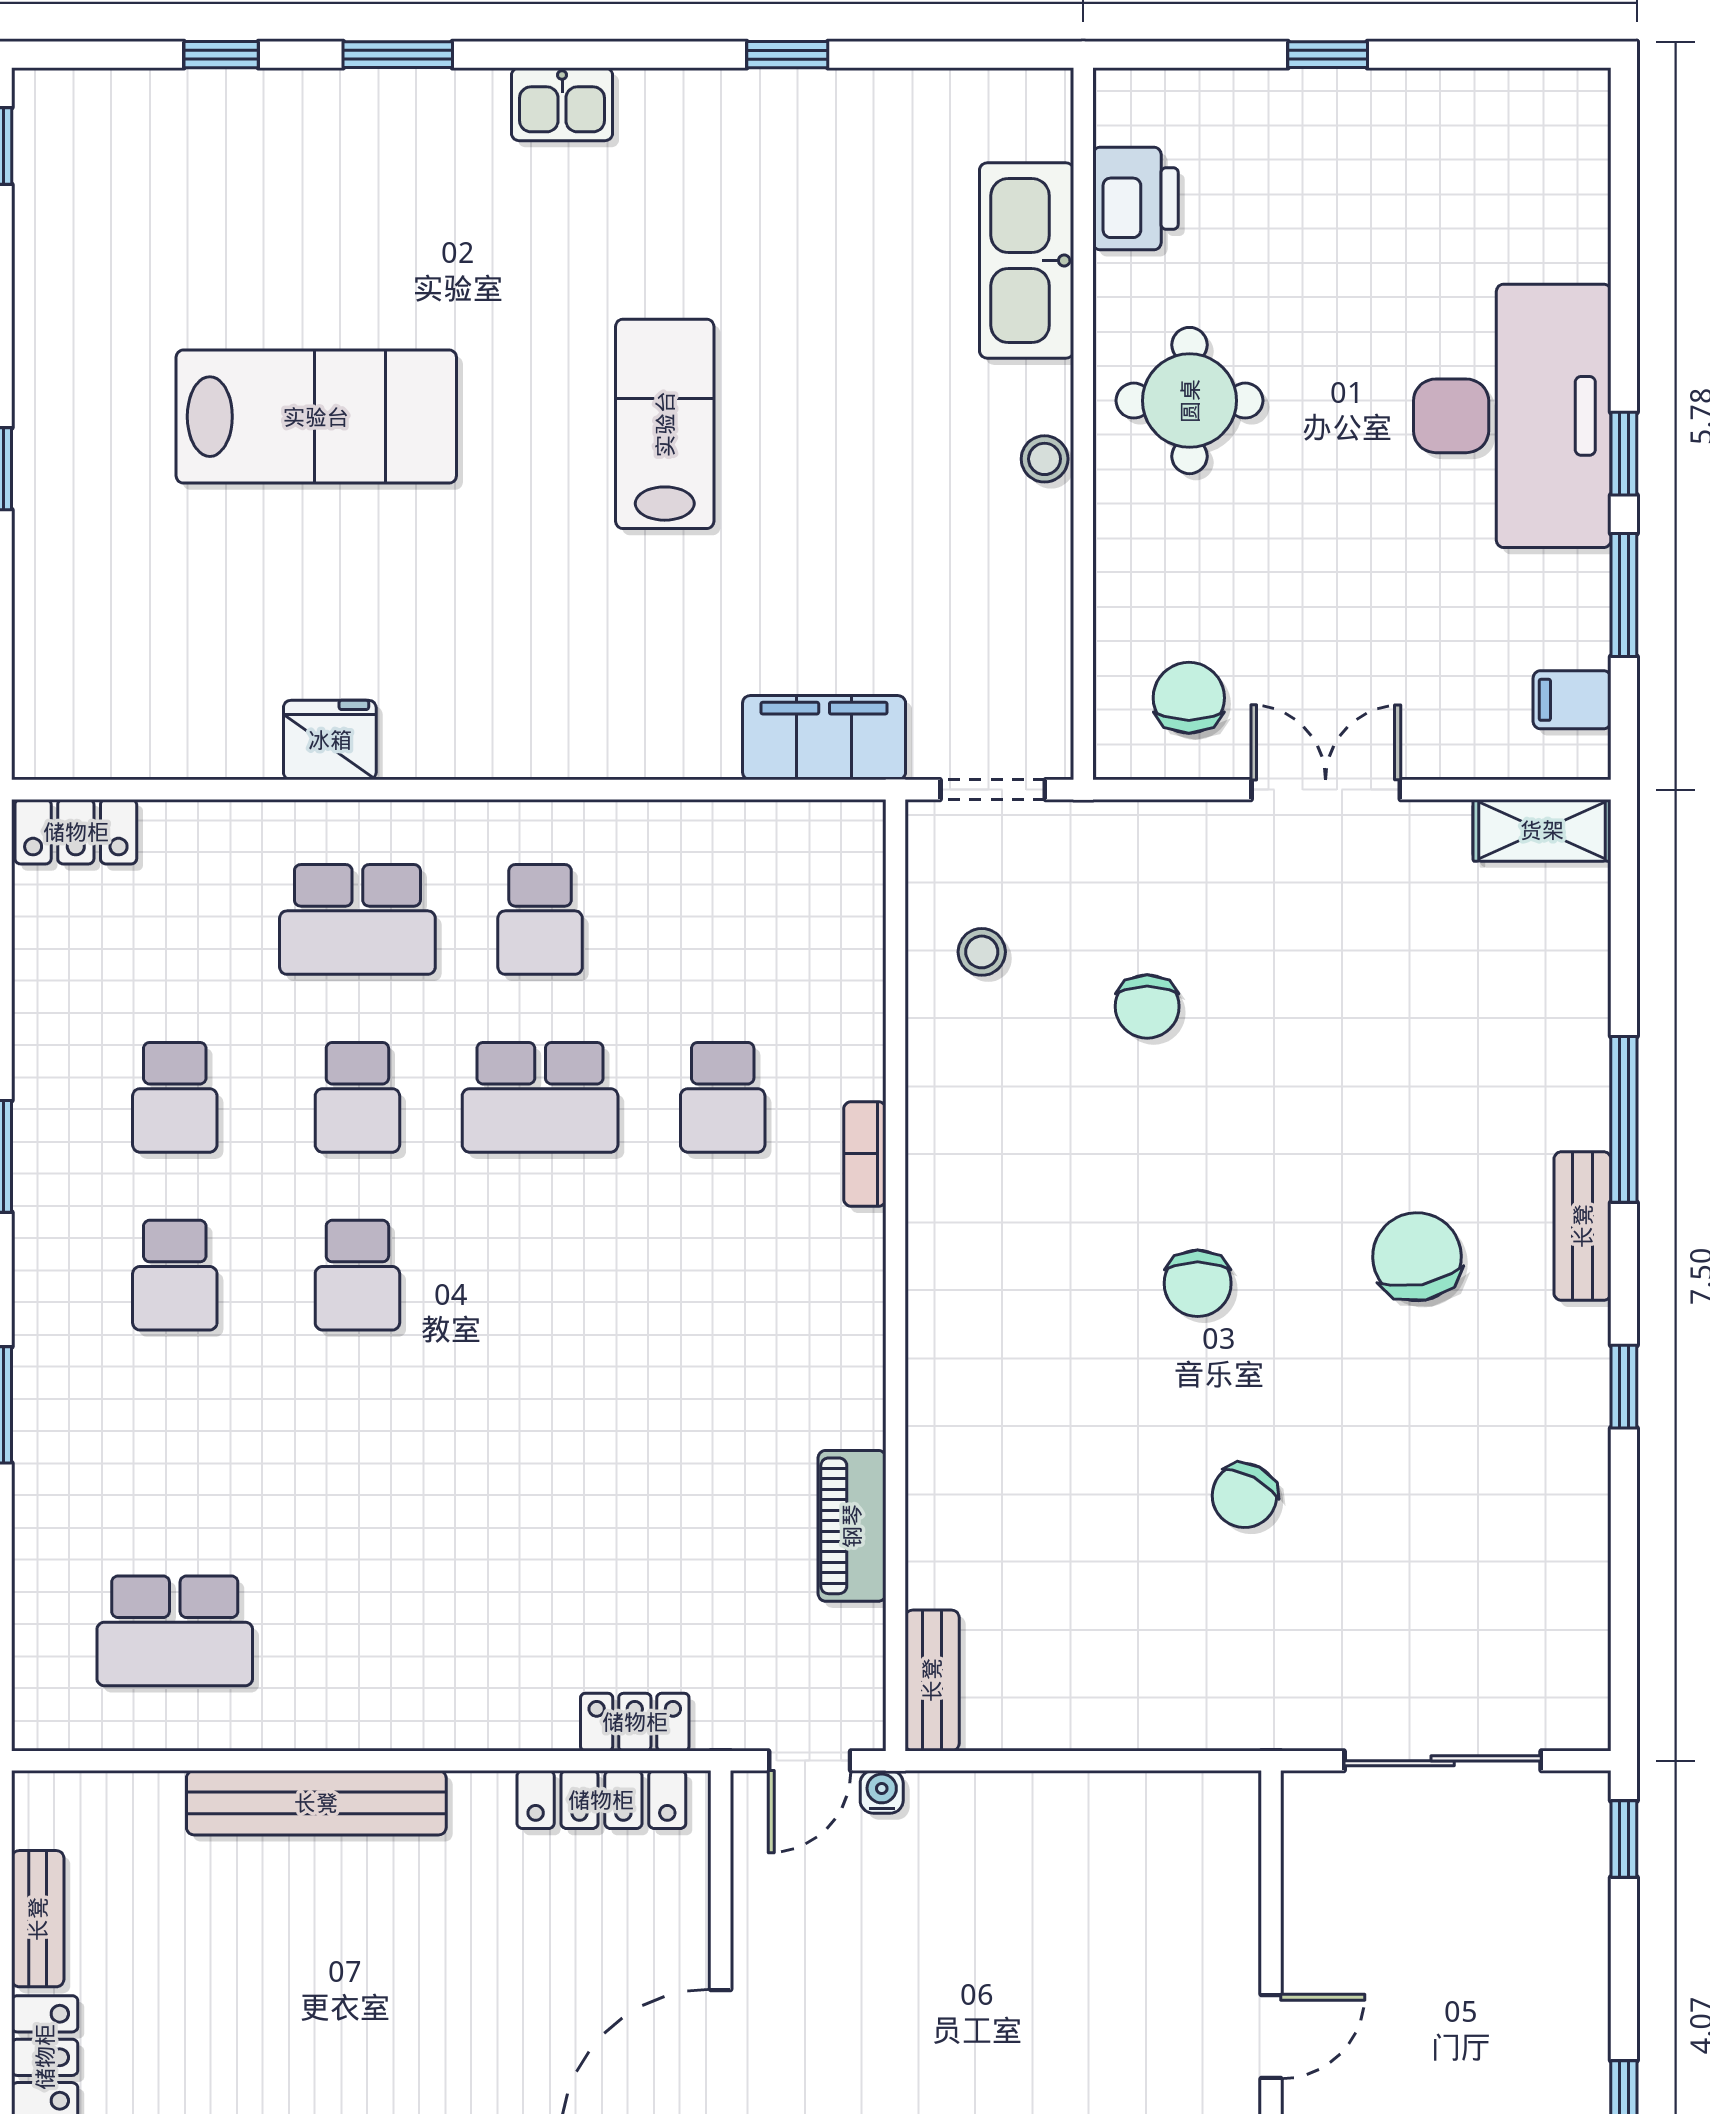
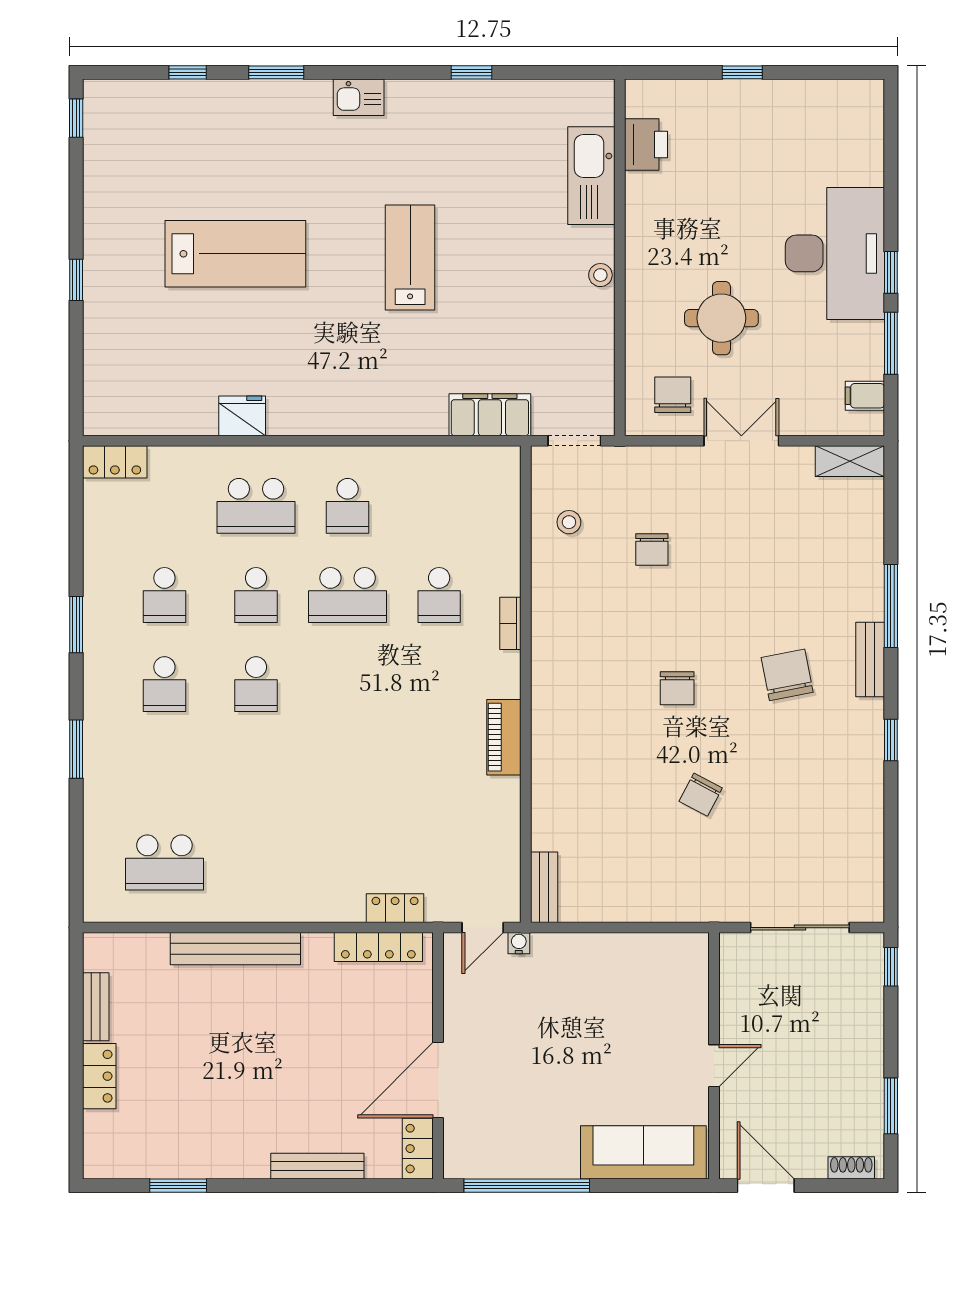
round table: (1190, 401) -> (721, 318), moved
piano: (852, 1526) -> (504, 737), moved

